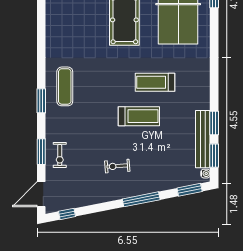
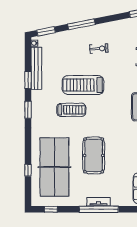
treadmill: (139, 116) -> (83, 85), width x1.37, depth x1.38
window: (214, 156) -> (28, 110), moved

